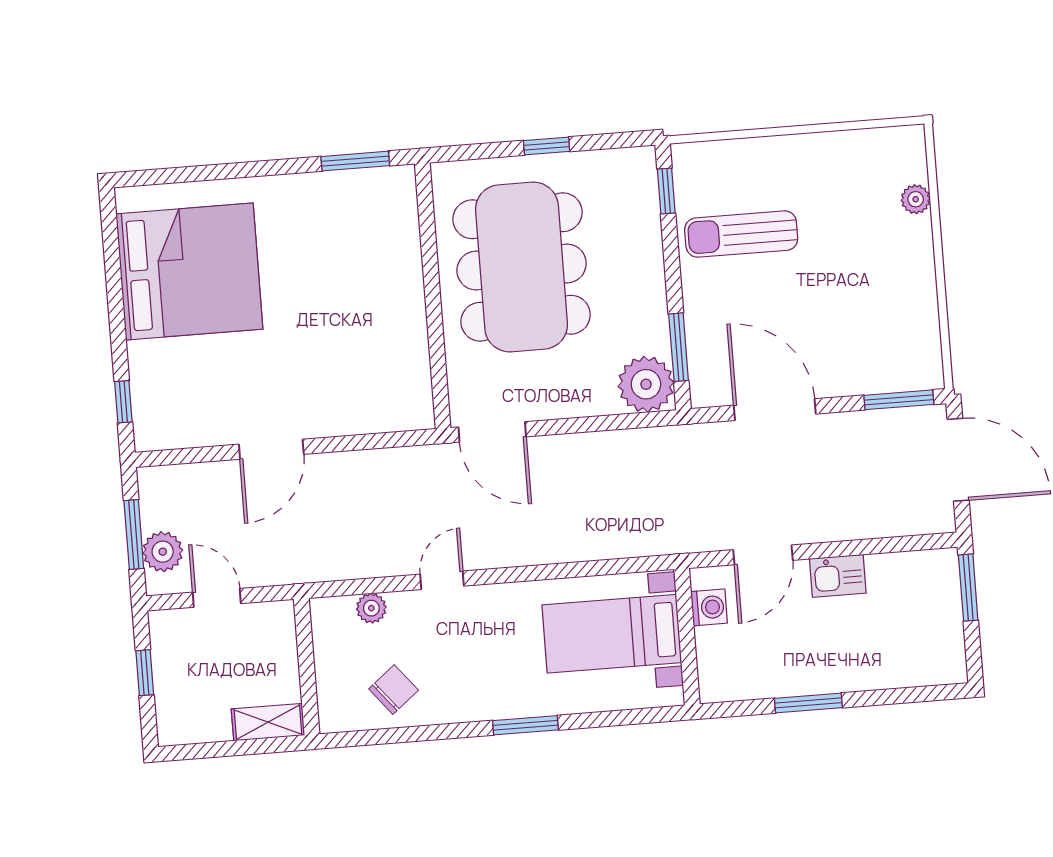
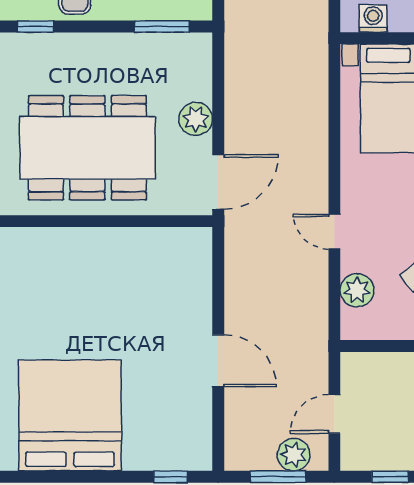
plant: (646, 384) -> (196, 119), moved, width x0.73, depth x0.73
plant: (371, 608) -> (357, 290), width x1.38, depth x1.38

